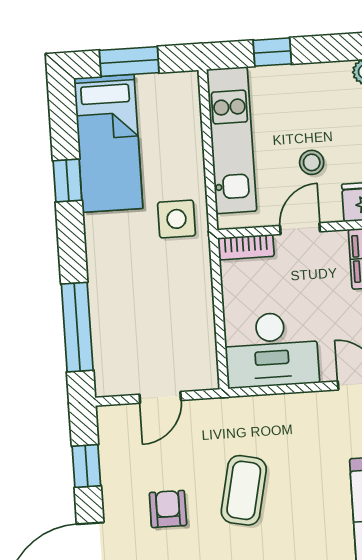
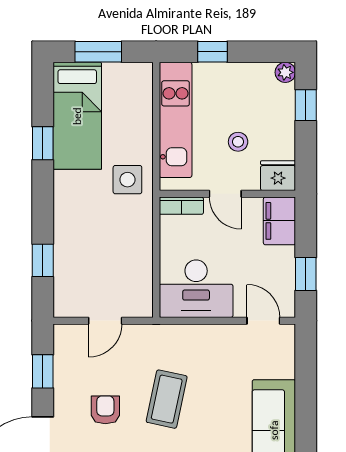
door: (300, 229) -> (225, 194), swing flipped
window: (77, 327) -> (43, 260), width x0.46

